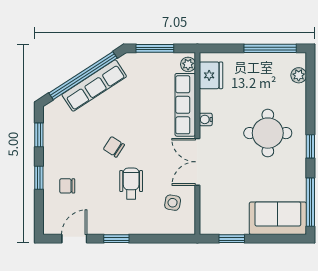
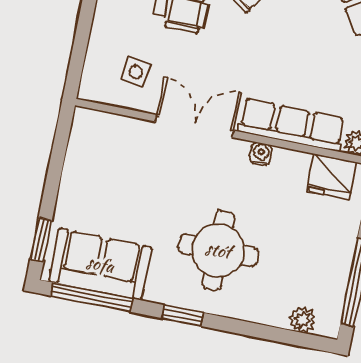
sofa: (278, 218) -> (100, 264), moved, turned -90
window: (232, 239) -> (41, 240), moved

